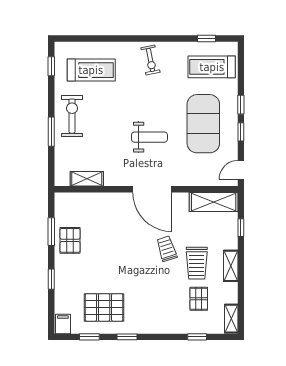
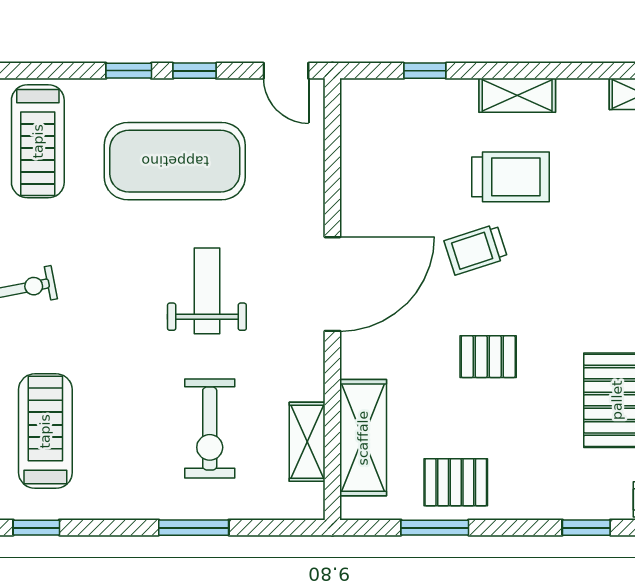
exercise bike: (72, 116) -> (210, 429), moved, turned -90
shelving: (214, 202) -> (363, 438), moved
window: (51, 279) -> (586, 528), moved
pallet: (199, 299) -> (488, 357), moved

